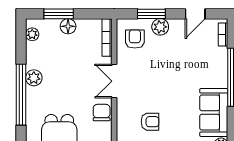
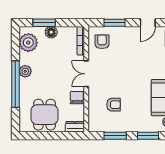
plant: (160, 27) -> (121, 33), removed
plant: (32, 34) -> (28, 43), width x1.87, depth x1.87

